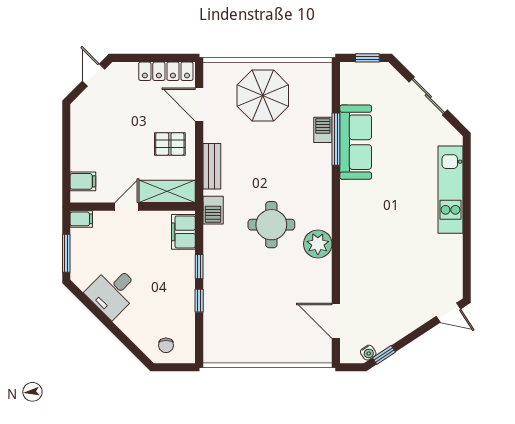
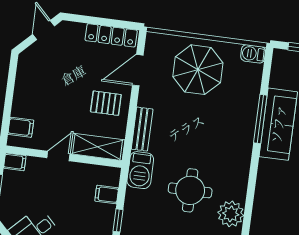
door: (199, 104) -> (138, 70), hinge flipped
barbecue: (323, 130) -> (253, 54), moved, turned -90
barbecue: (213, 210) -> (140, 170), width x1.38, depth x1.27
filing cabinet: (183, 232) -> (107, 194), width x0.50

